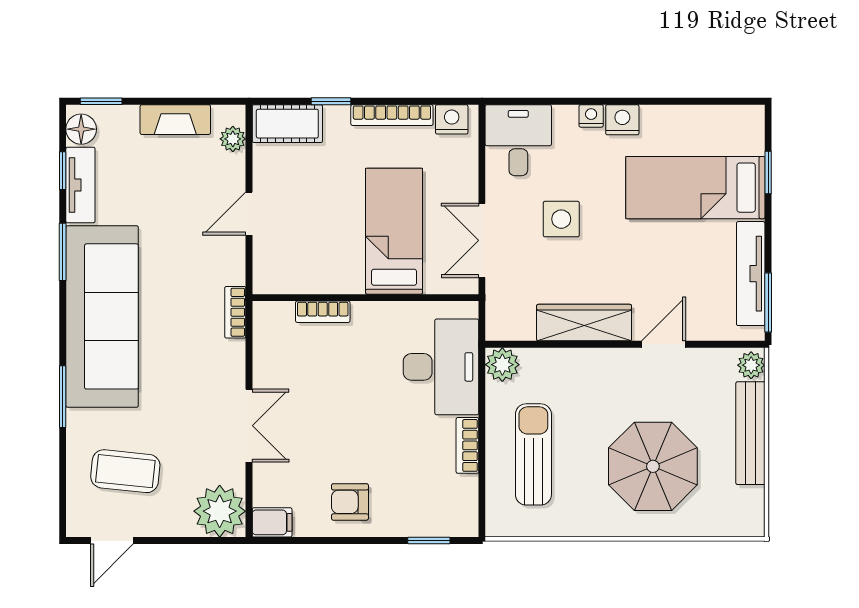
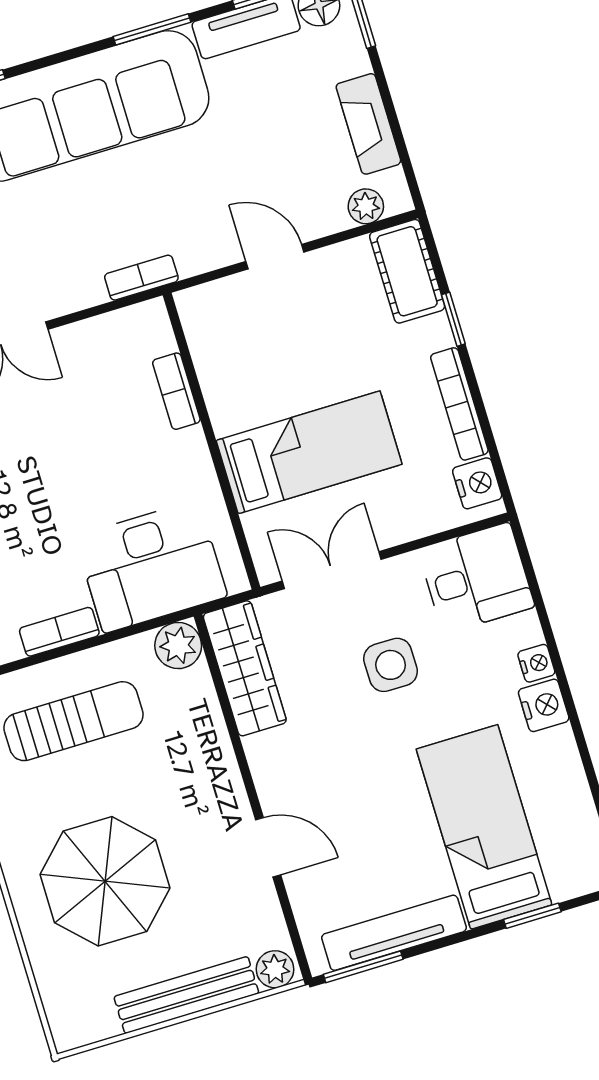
wardrobe: (584, 323) -> (245, 668), moved

